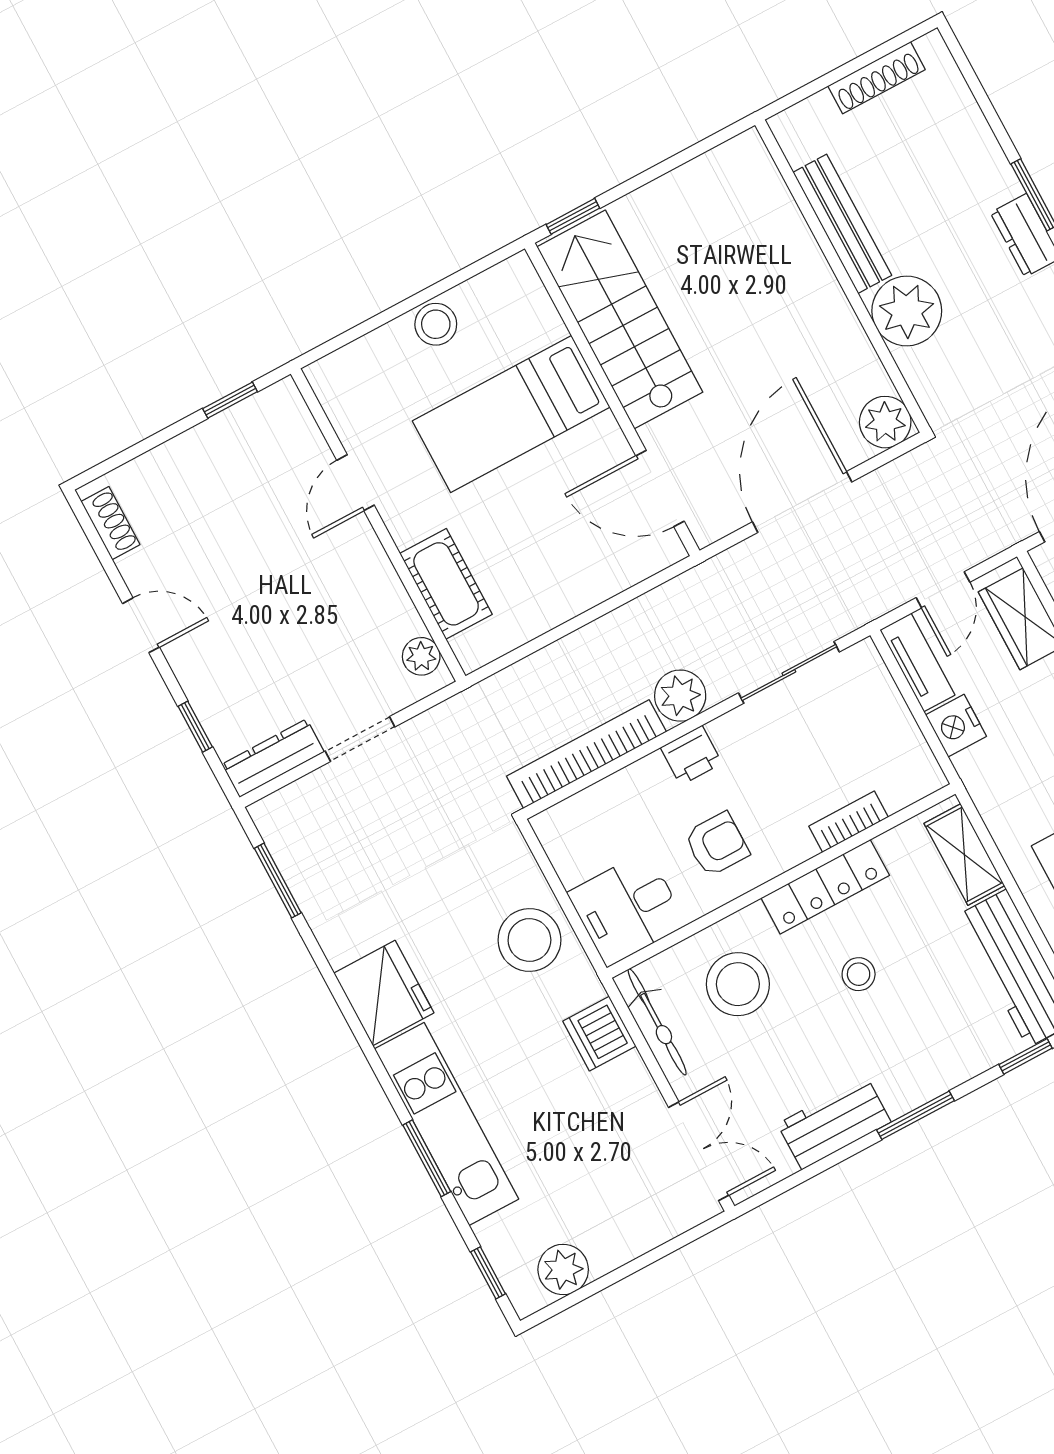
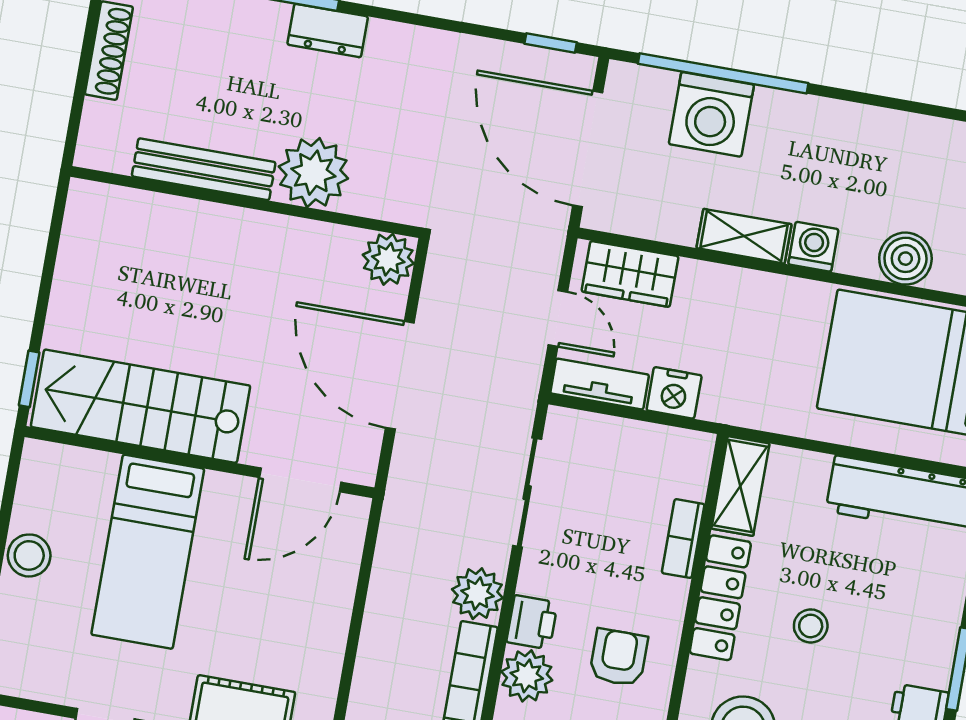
plant: (646, 784) -> (527, 676), added
shelving: (964, 855) -> (740, 486), moved, turned 90

